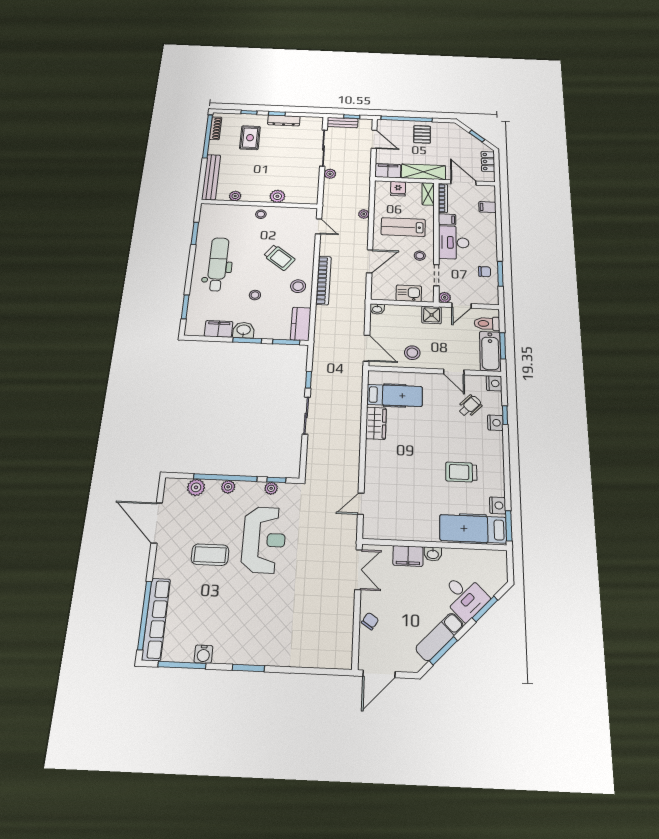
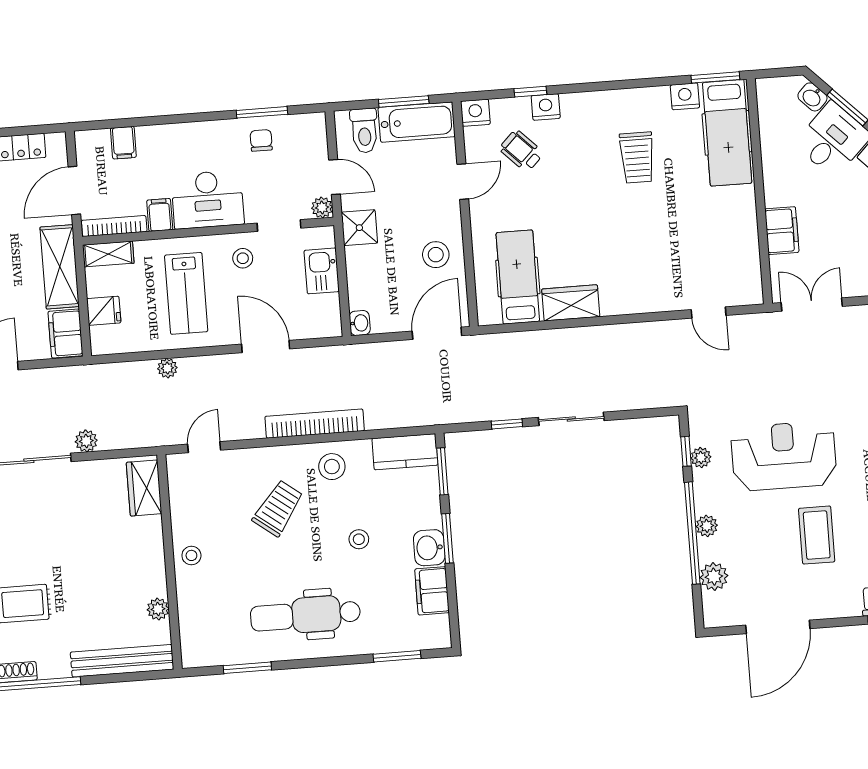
plant: (277, 196) -> (149, 531), removed
wardrobe: (301, 197) -> (144, 488), added
washbasin: (433, 554) -> (812, 97), moved, turned 135

